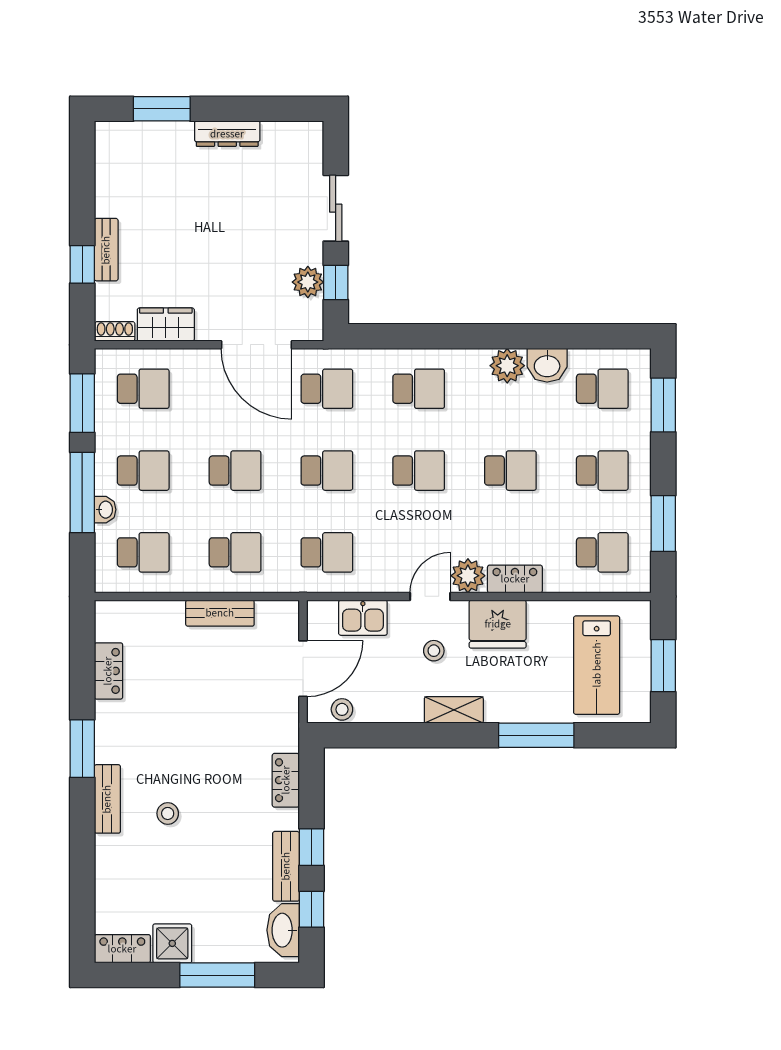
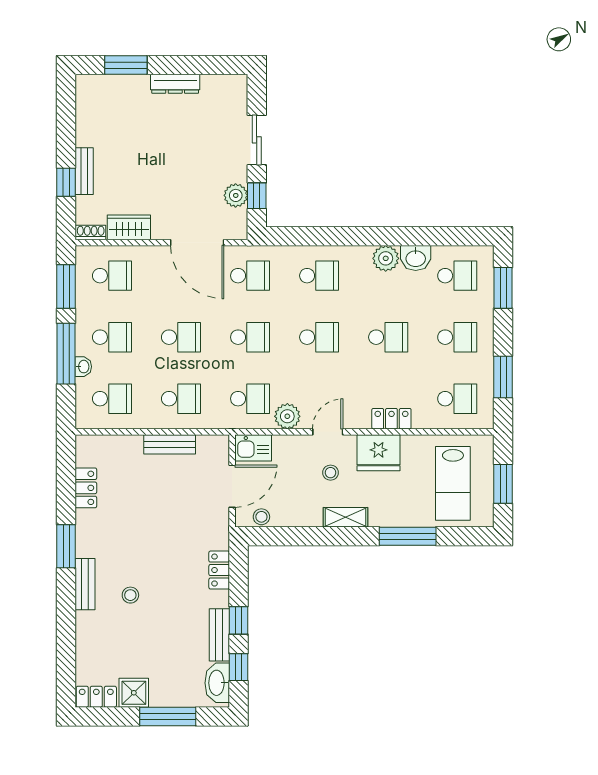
plant: (468, 576) -> (287, 416), moved
kitchen sink: (363, 618) -> (253, 448), moved

